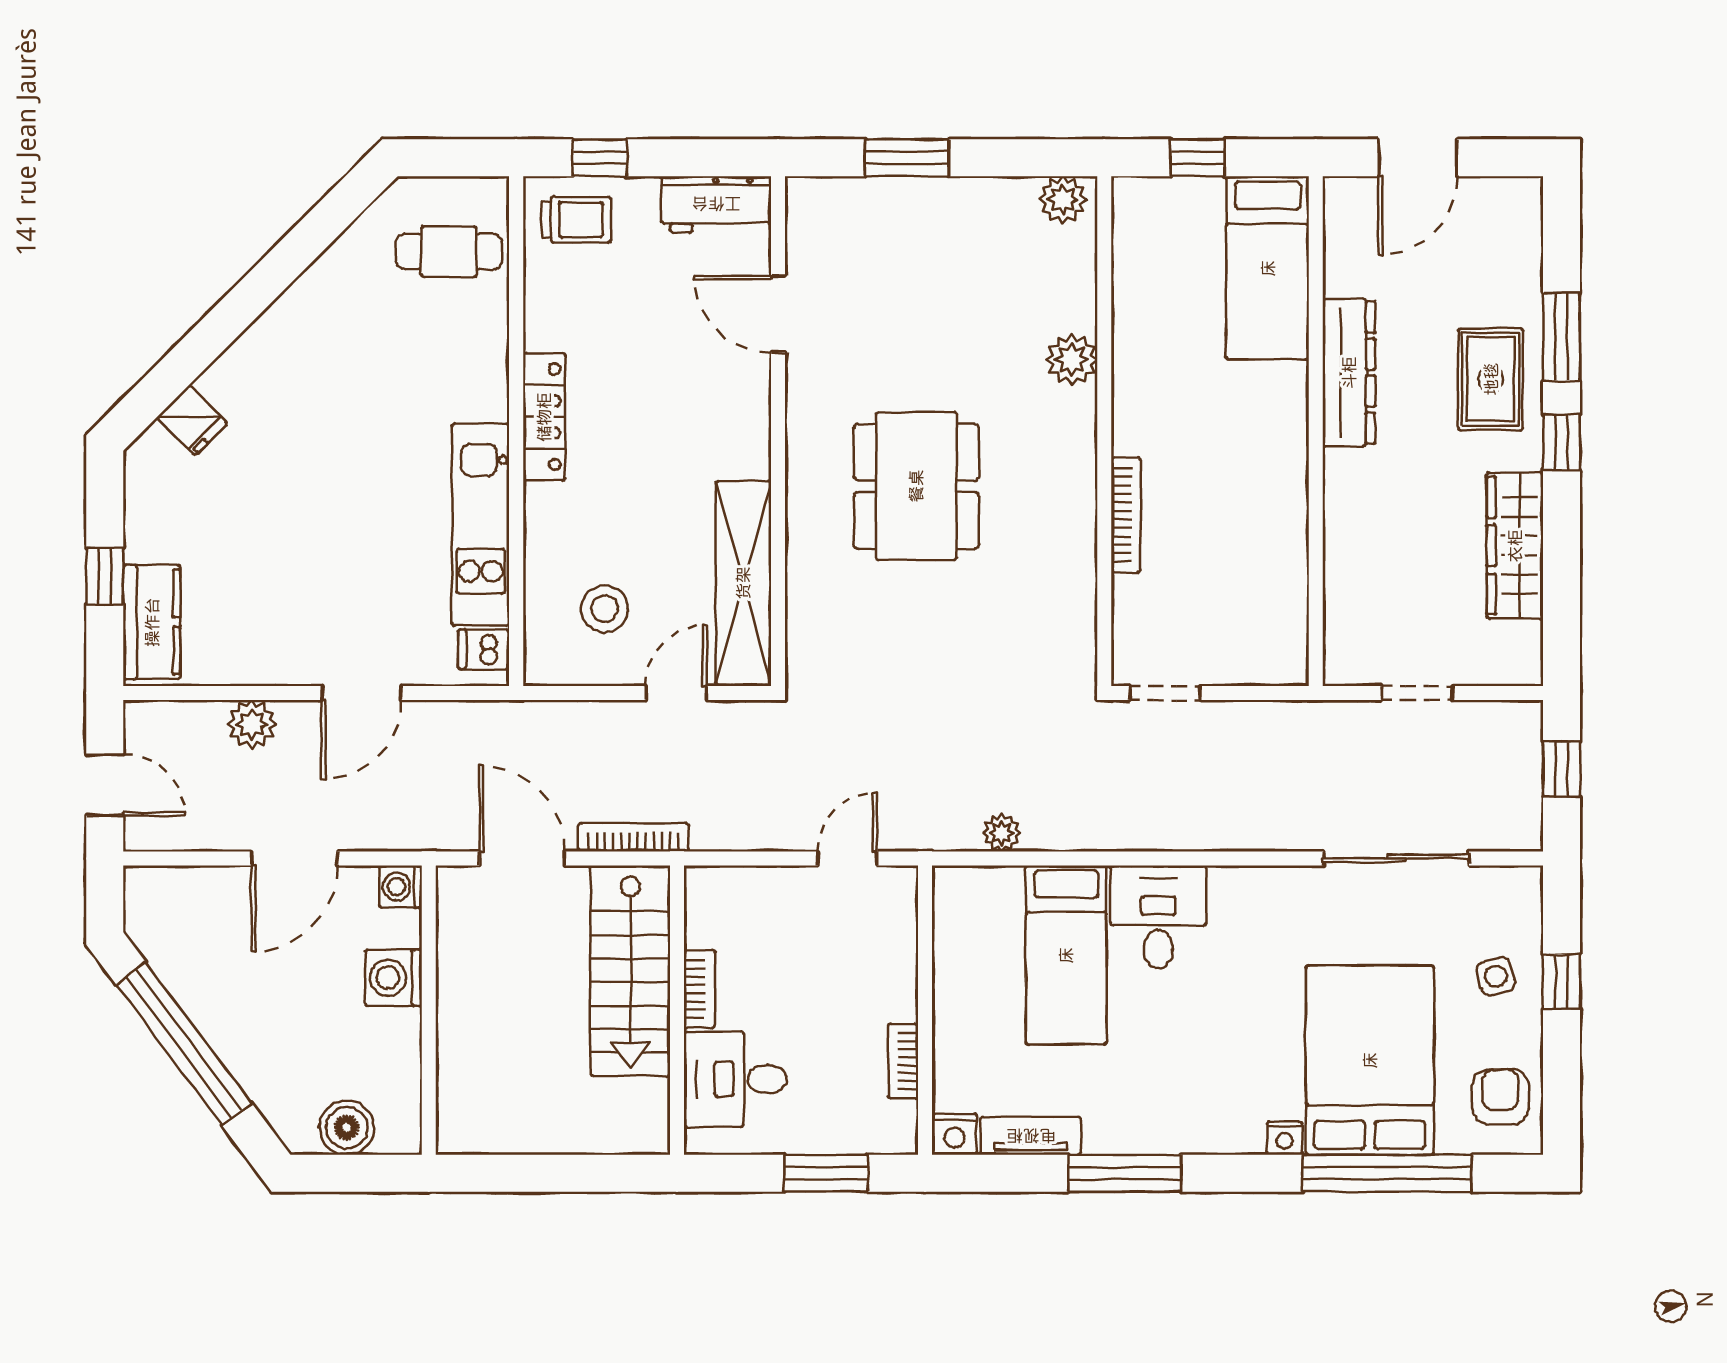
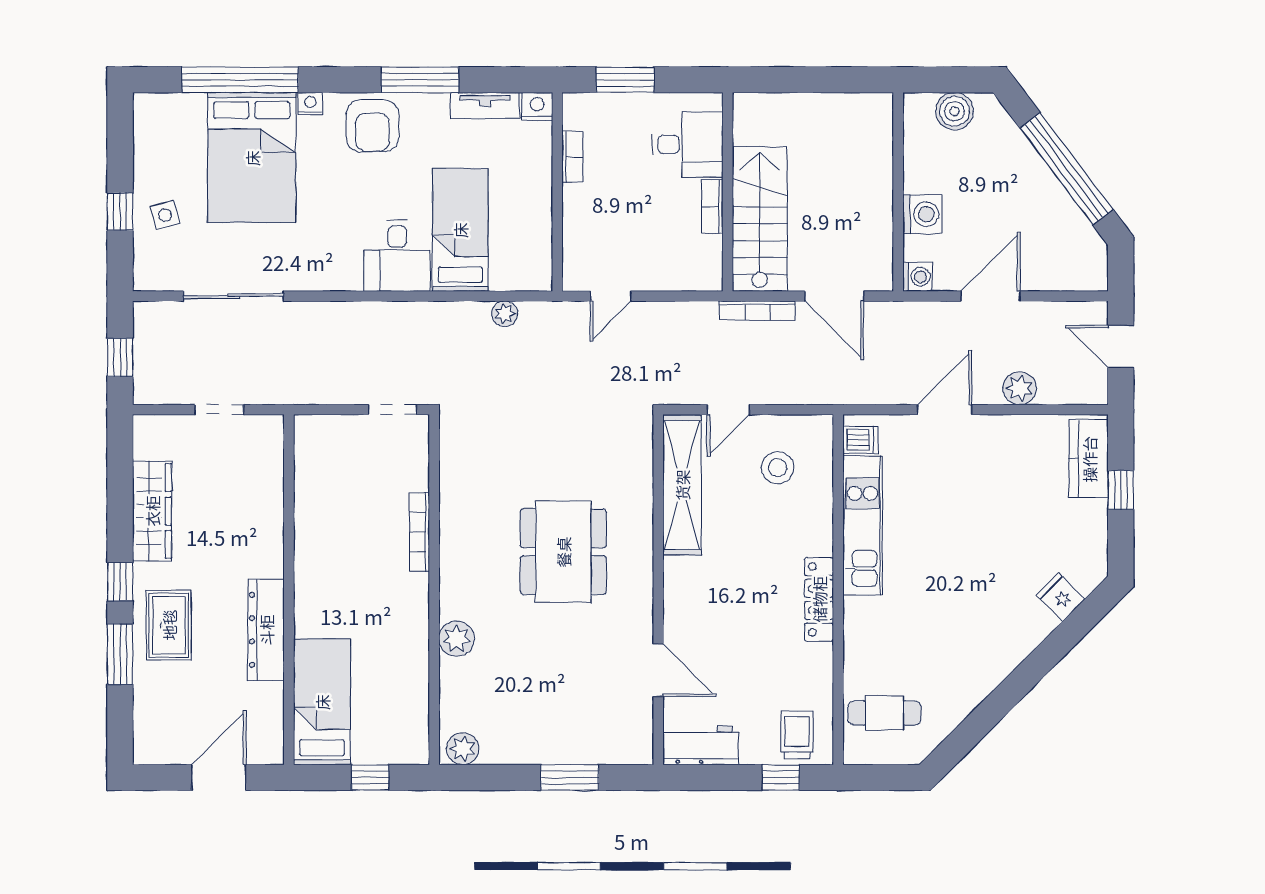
trolley: (576, 220) -> (797, 735), turned 90
armchair: (1500, 1097) -> (372, 126), moved, width x1.38, depth x1.38

